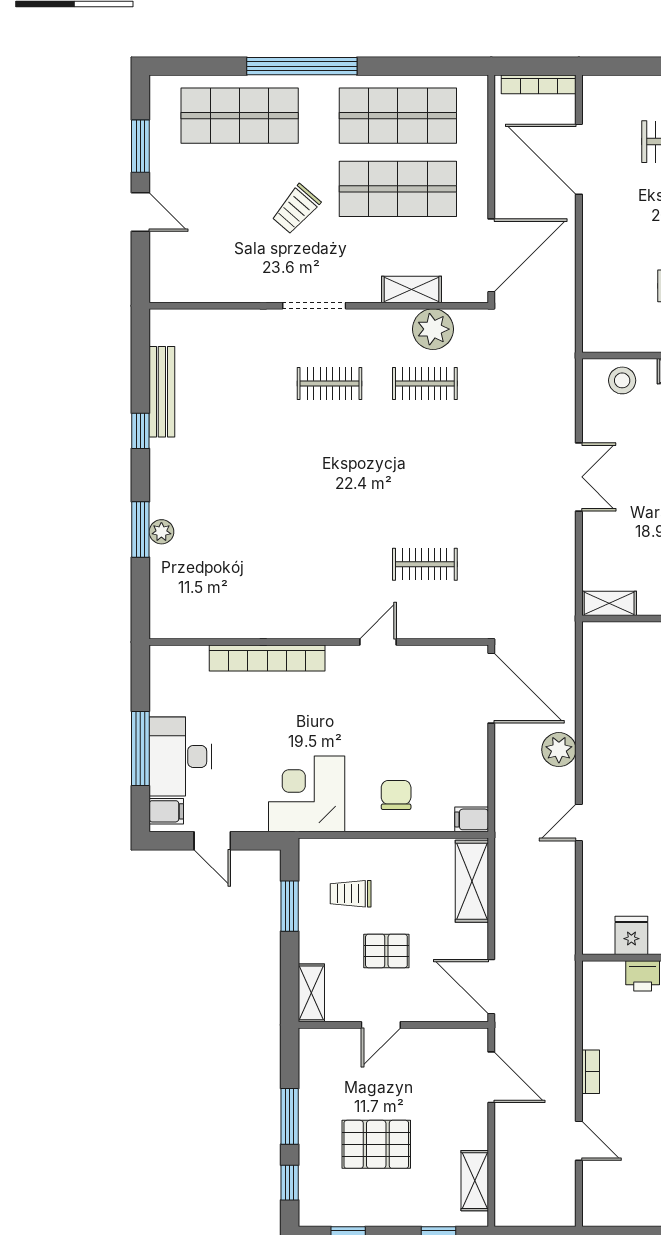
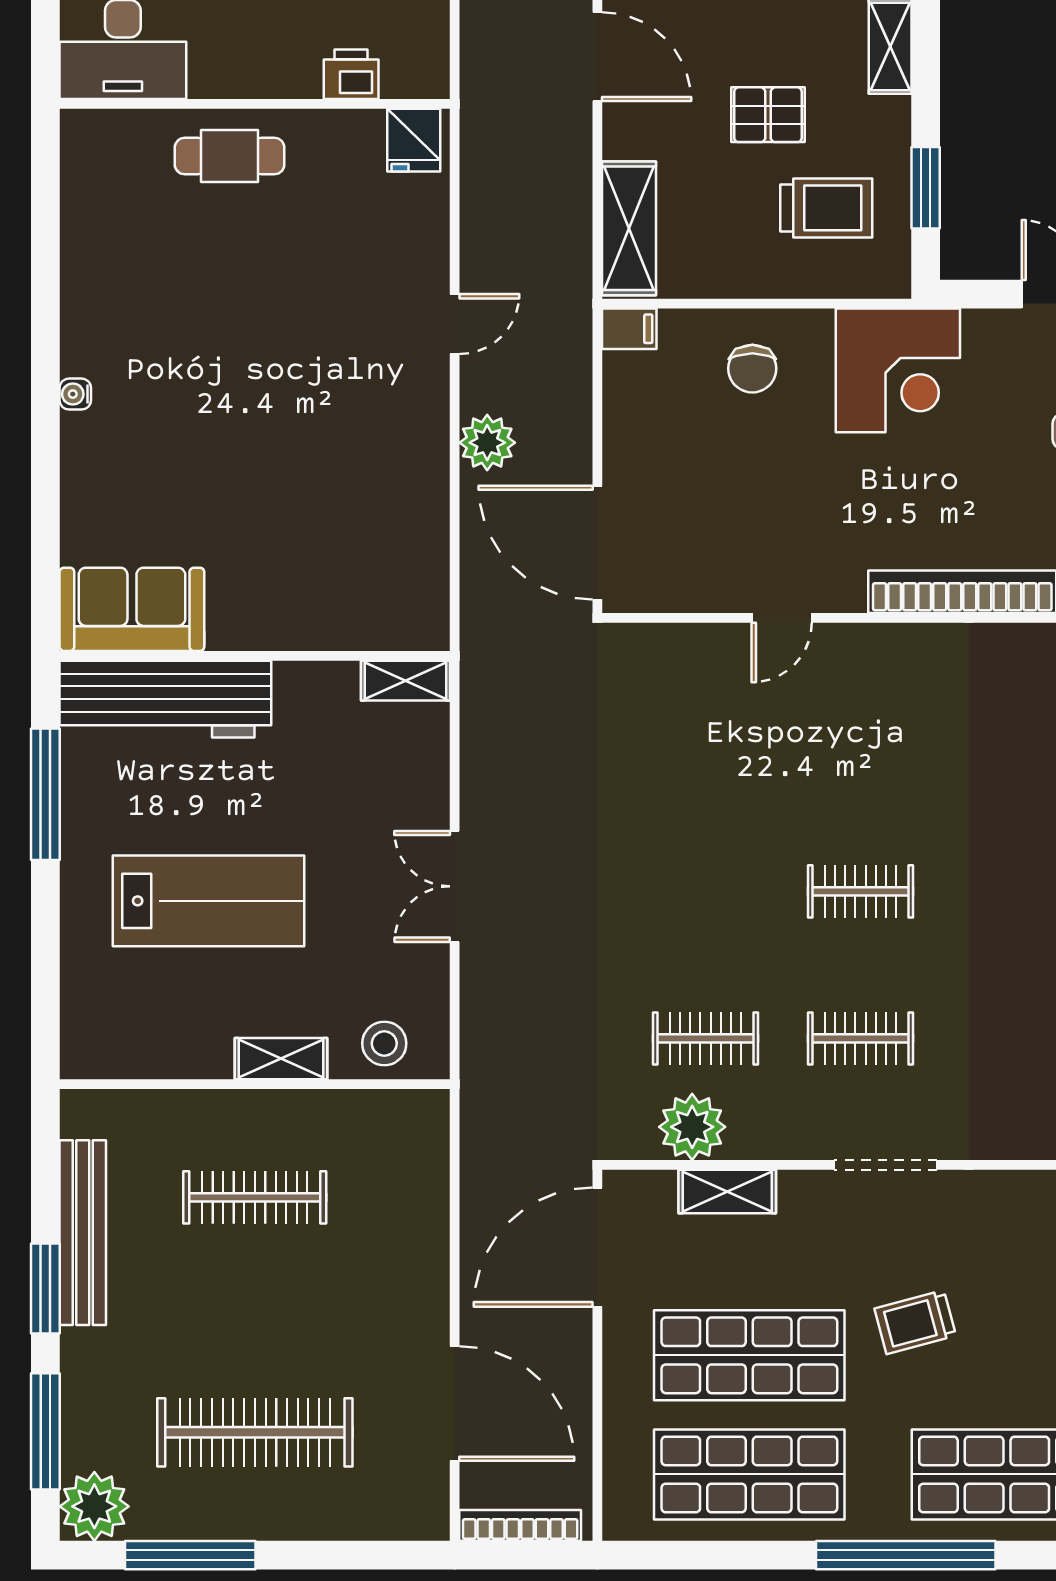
trolley: (296, 209) -> (915, 1322), turned -146
clothes rail: (425, 564) -> (861, 891), moved
trolley: (351, 894) -> (826, 208), width x1.36, depth x1.39
fridge: (631, 935) -> (414, 140), moved

